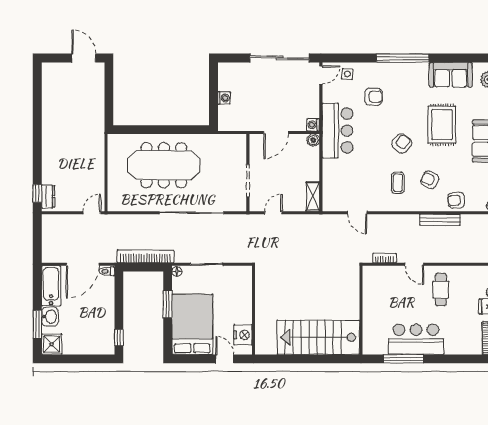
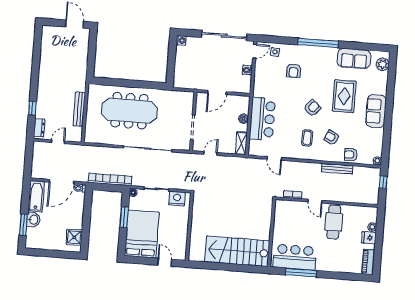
armchair: (373, 97) -> (294, 71), turned 90
washing machine: (224, 98) -> (181, 40), moved
washing machine: (313, 125) -> (247, 70), moved
bar counter: (338, 131) -> (262, 119), moved
boiler: (313, 140) -> (244, 119), moved
bench: (98, 168) -> (79, 109), added
window: (37, 193) -> (32, 108), moved
door: (92, 213) -> (58, 142), moved
cafe table: (441, 290) -> (334, 222), width x1.37, depth x1.35
nightstand: (243, 335) -> (177, 199), moved, turned -90
window: (119, 338) -> (85, 240), removed
bar counter: (416, 339) -> (295, 257), moved
shower: (52, 344) -> (74, 237), moved

